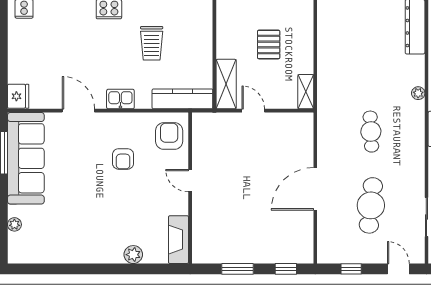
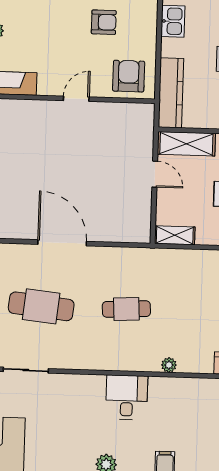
door: (253, 111) -> (155, 174), hinge flipped
armchair: (169, 136) -> (129, 76), turned -90
armchair: (123, 159) -> (104, 22), turned 180

